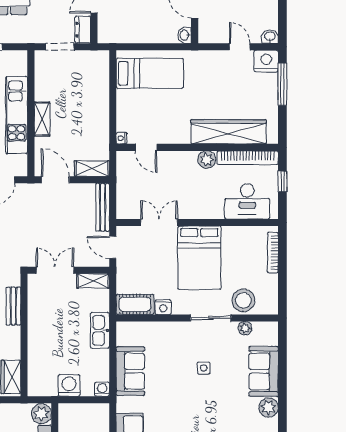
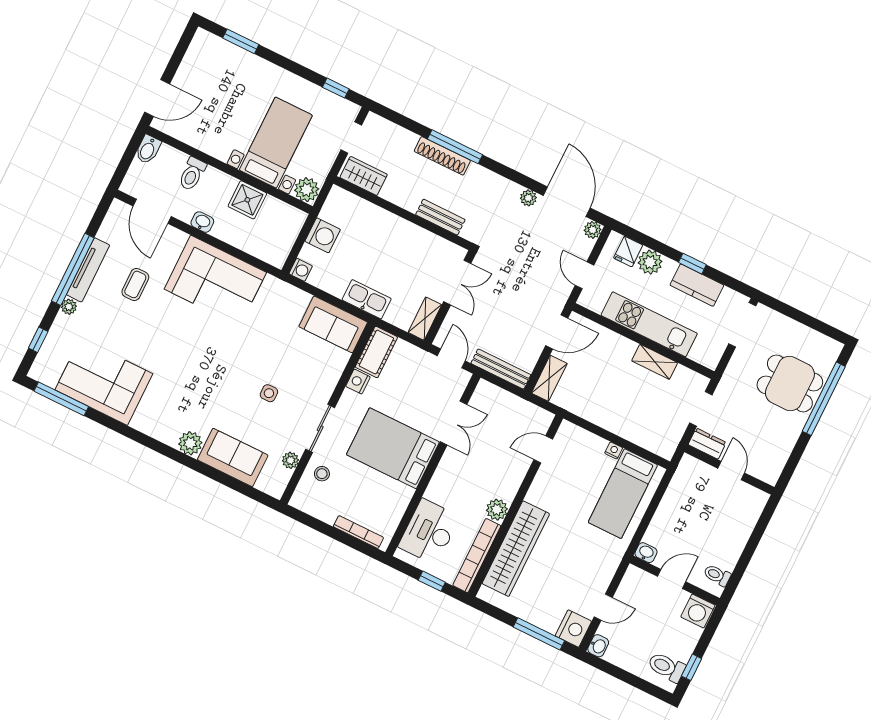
shelving: (42, 119) -> (655, 362), moved
nightstand: (122, 138) -> (614, 450), moved
door: (113, 247) -> (451, 358), hinge flipped
stool: (243, 300) -> (322, 474), width x0.53, depth x0.53
sofa: (130, 371) -> (333, 324), moved

